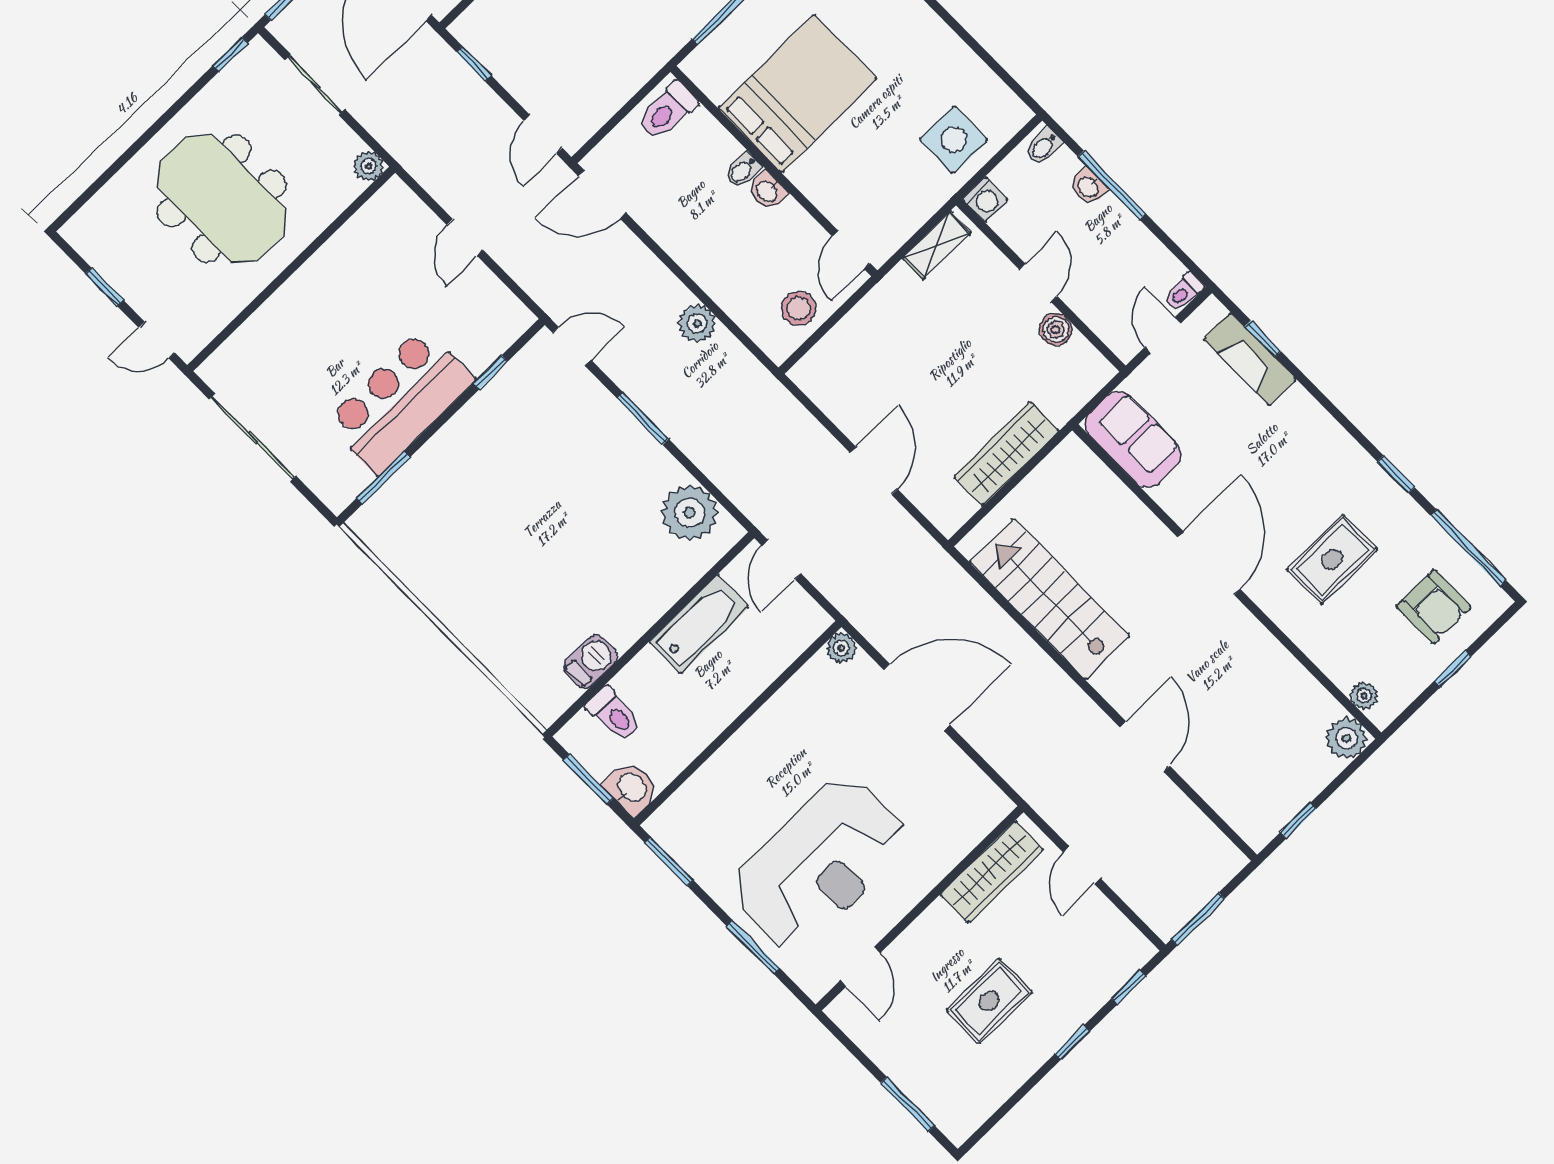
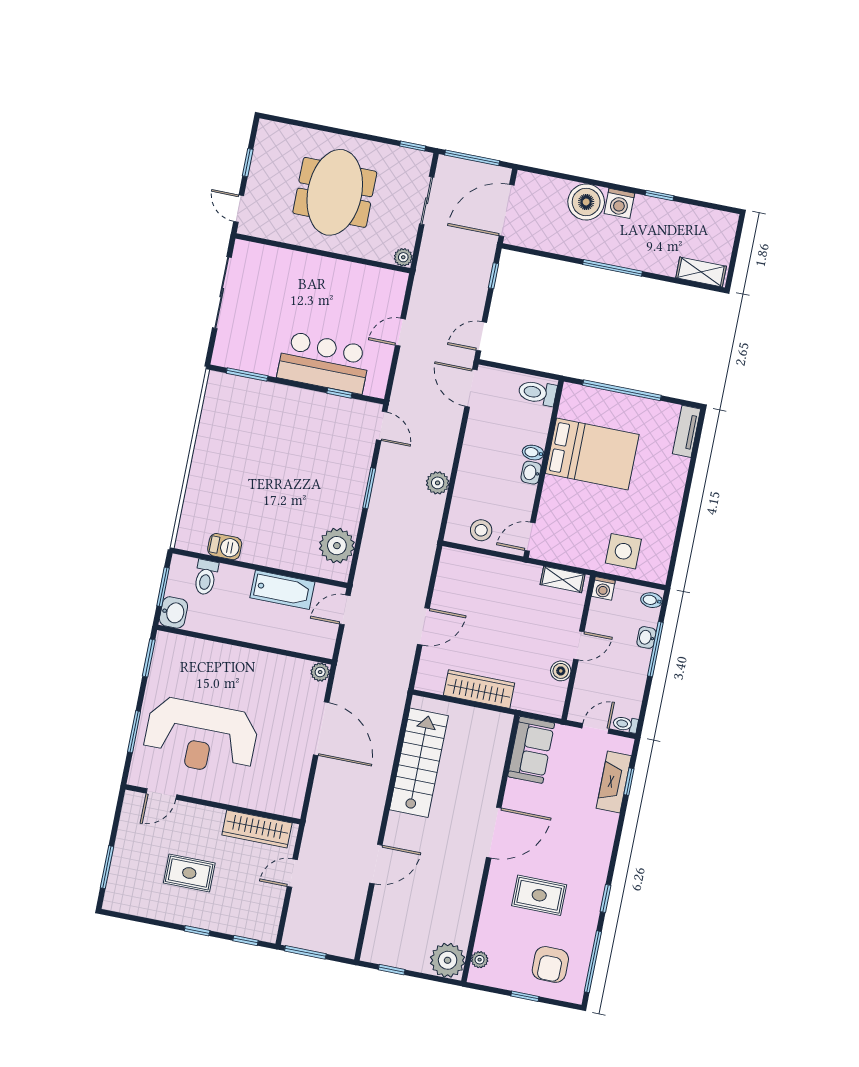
bar counter: (400, 401) -> (324, 362), moved
plant: (1347, 738) -> (448, 960), width x1.36, depth x1.36

